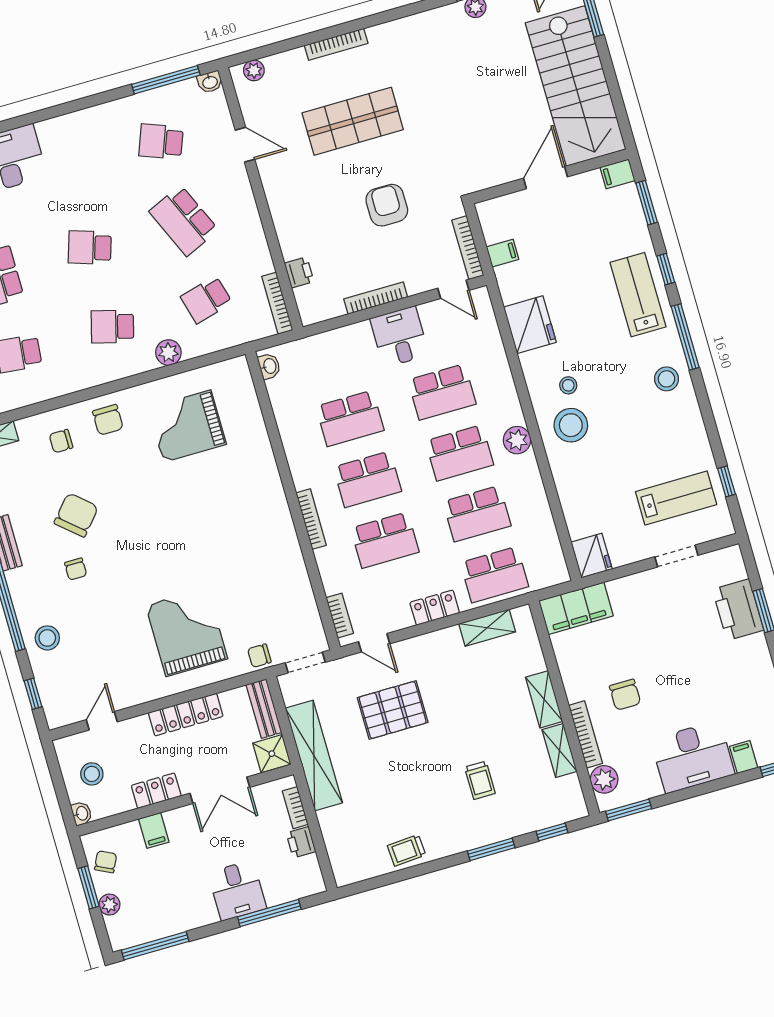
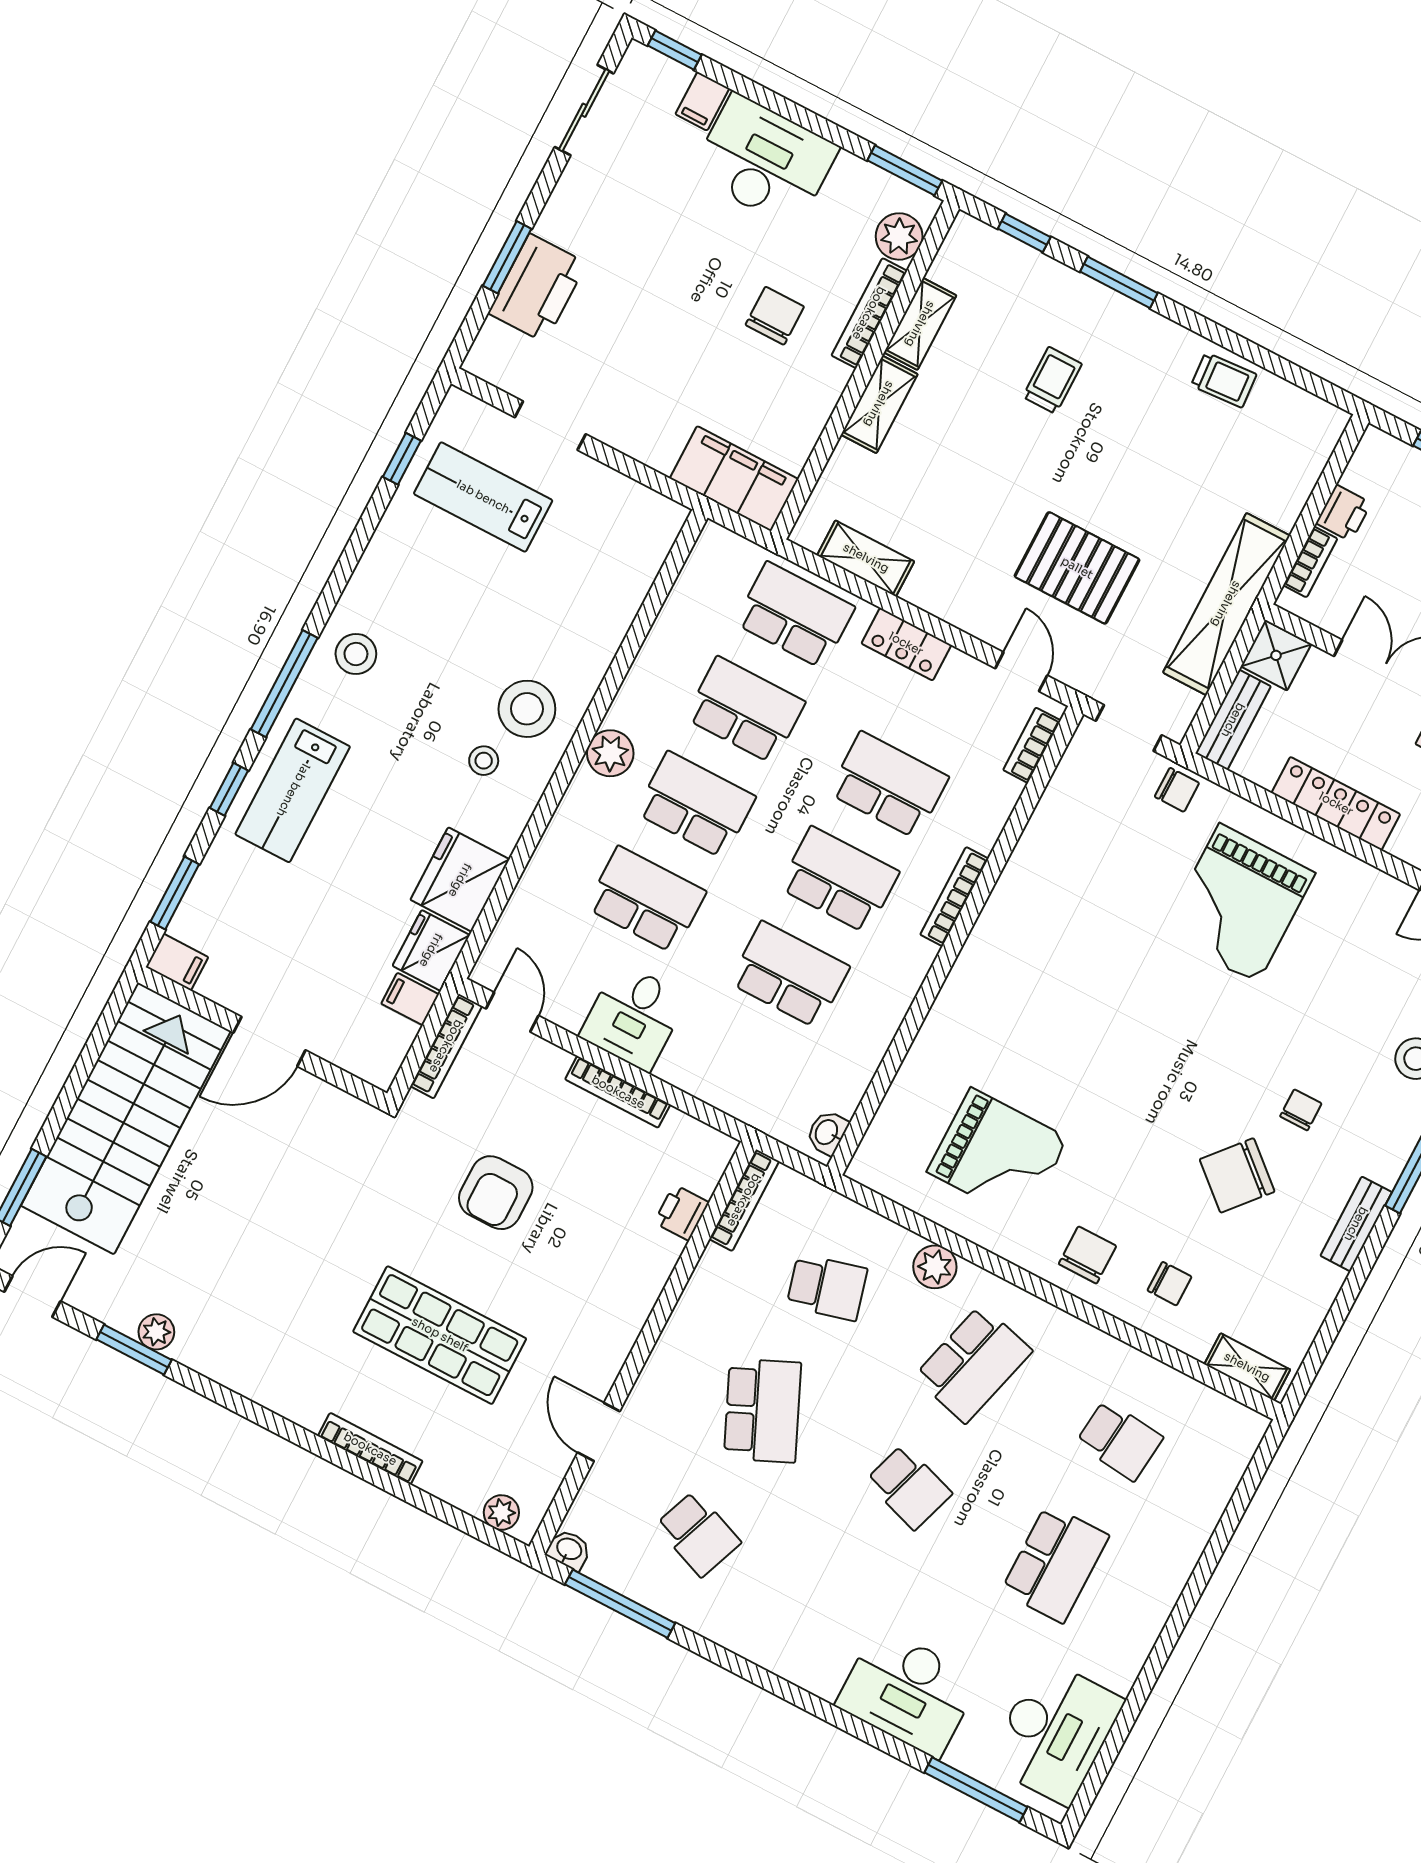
school desk: (112, 327) -> (973, 1364), width x1.85
fridge: (592, 556) -> (431, 950), moved

